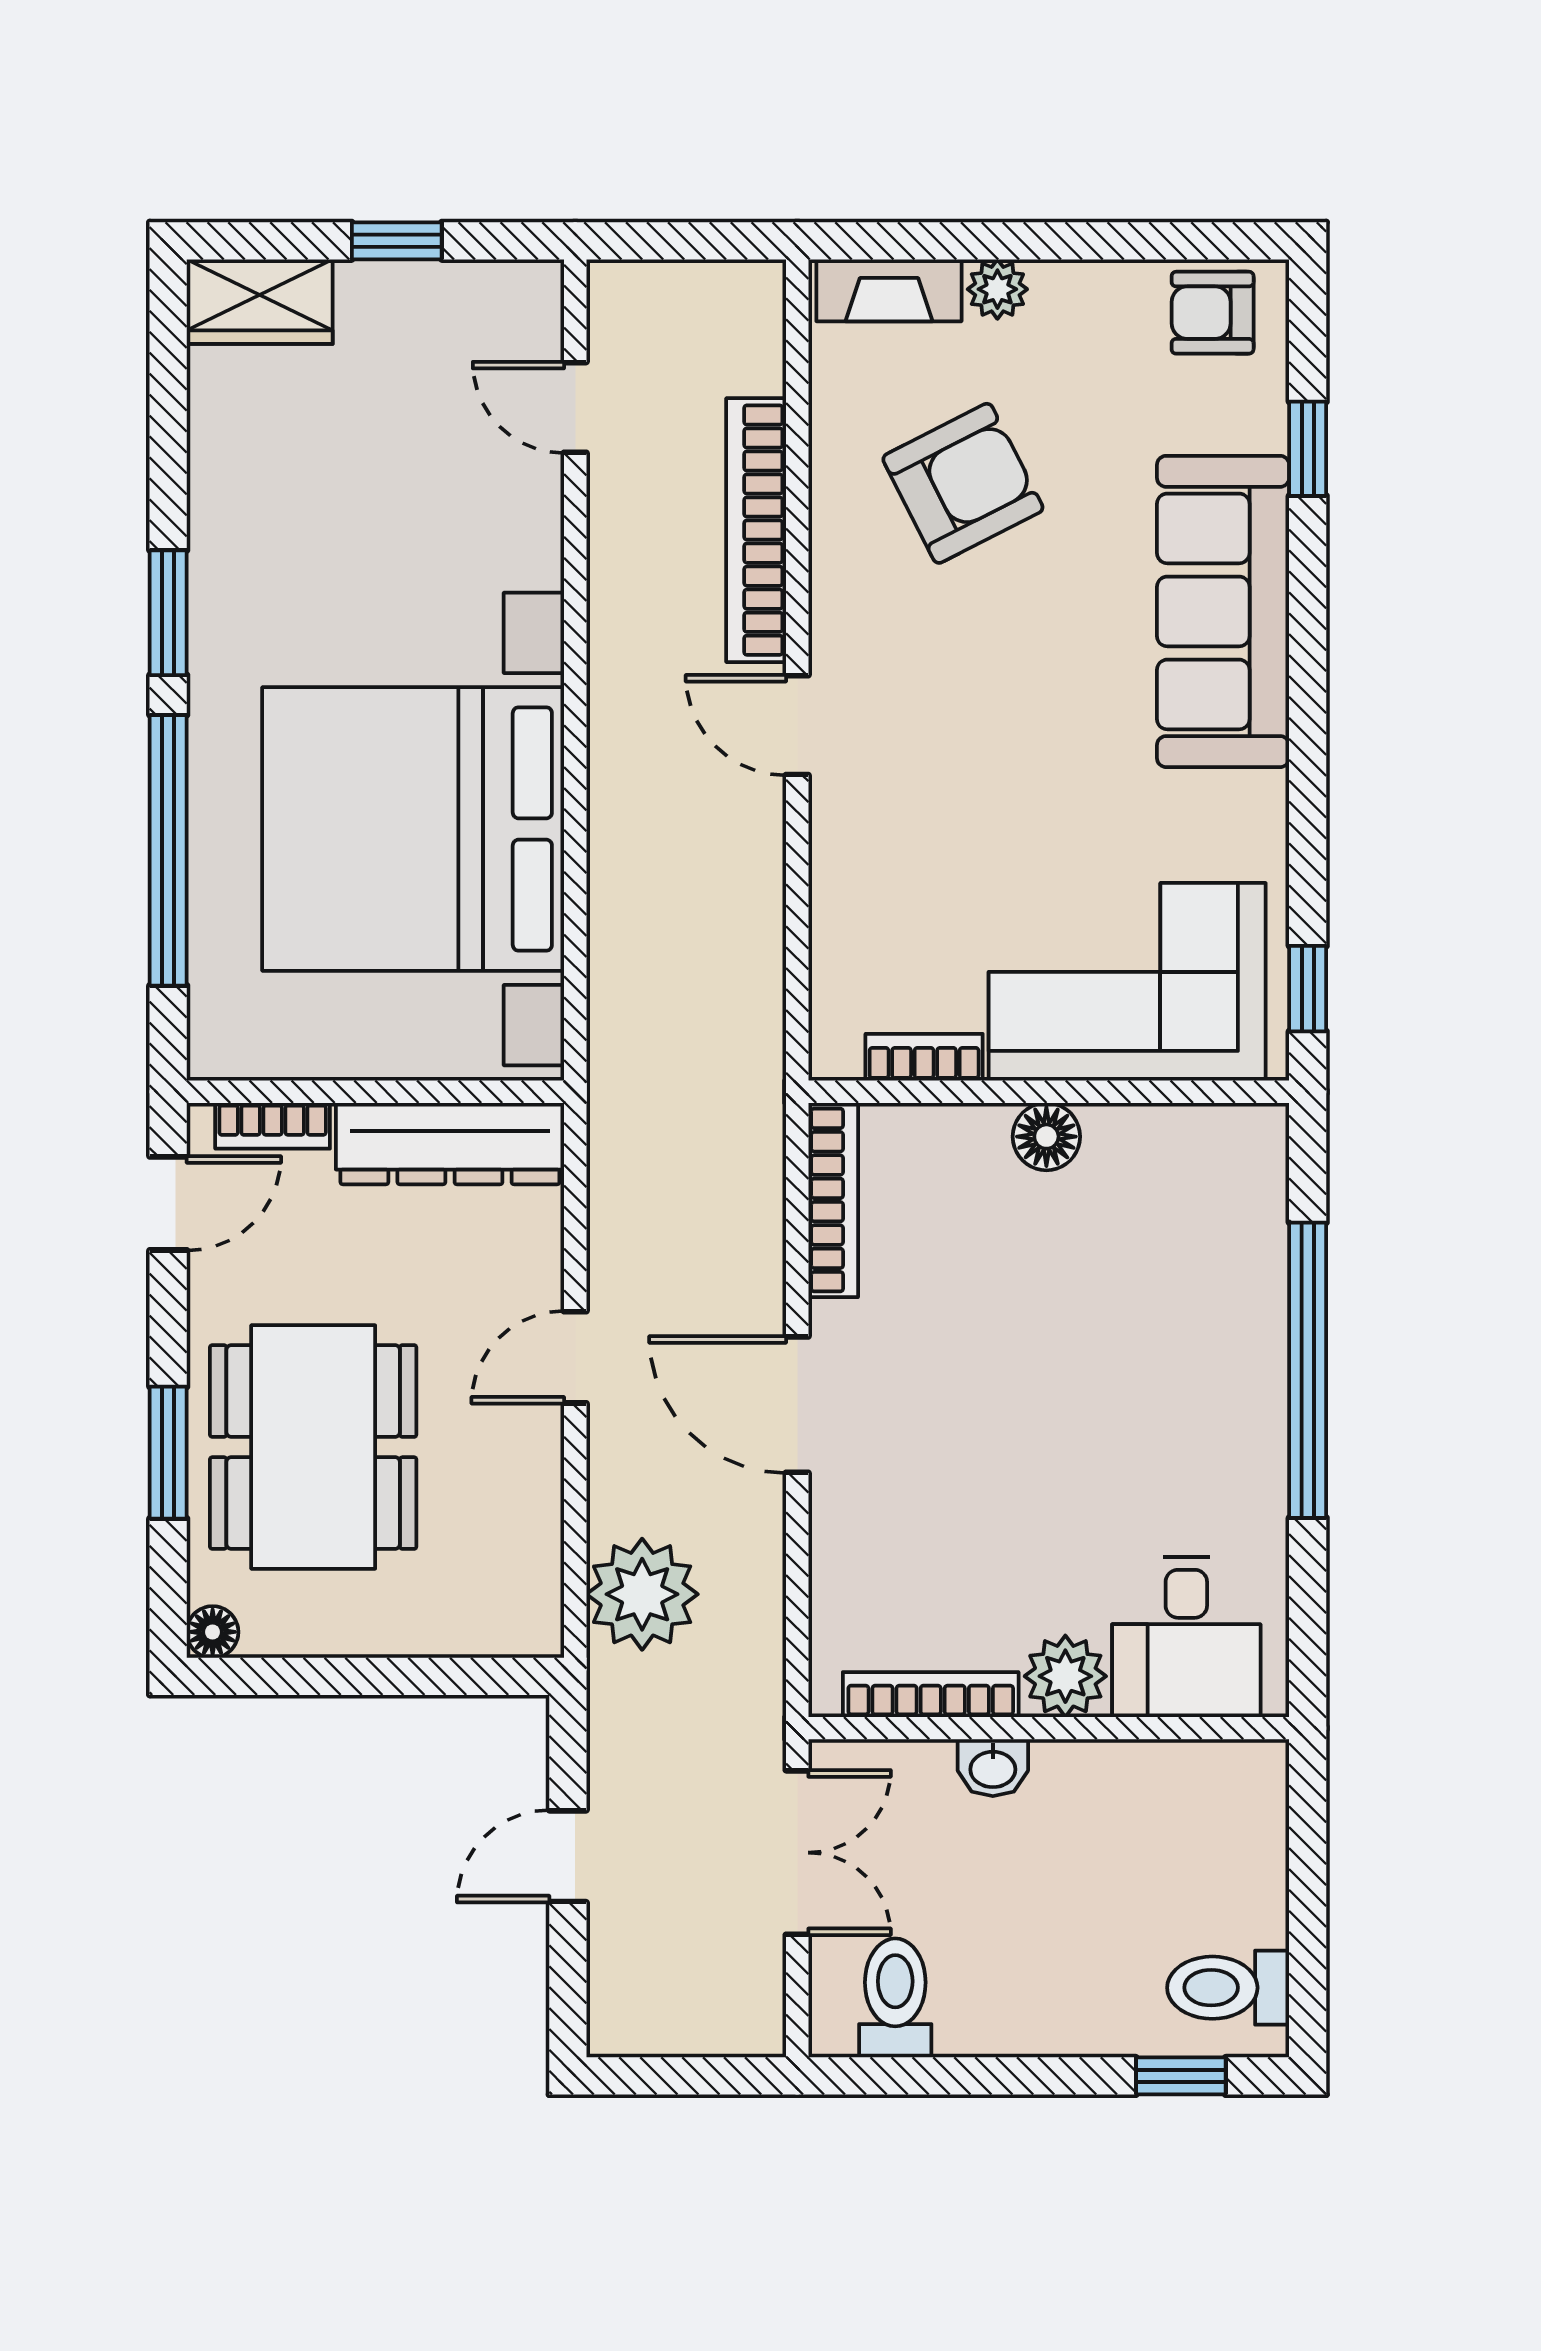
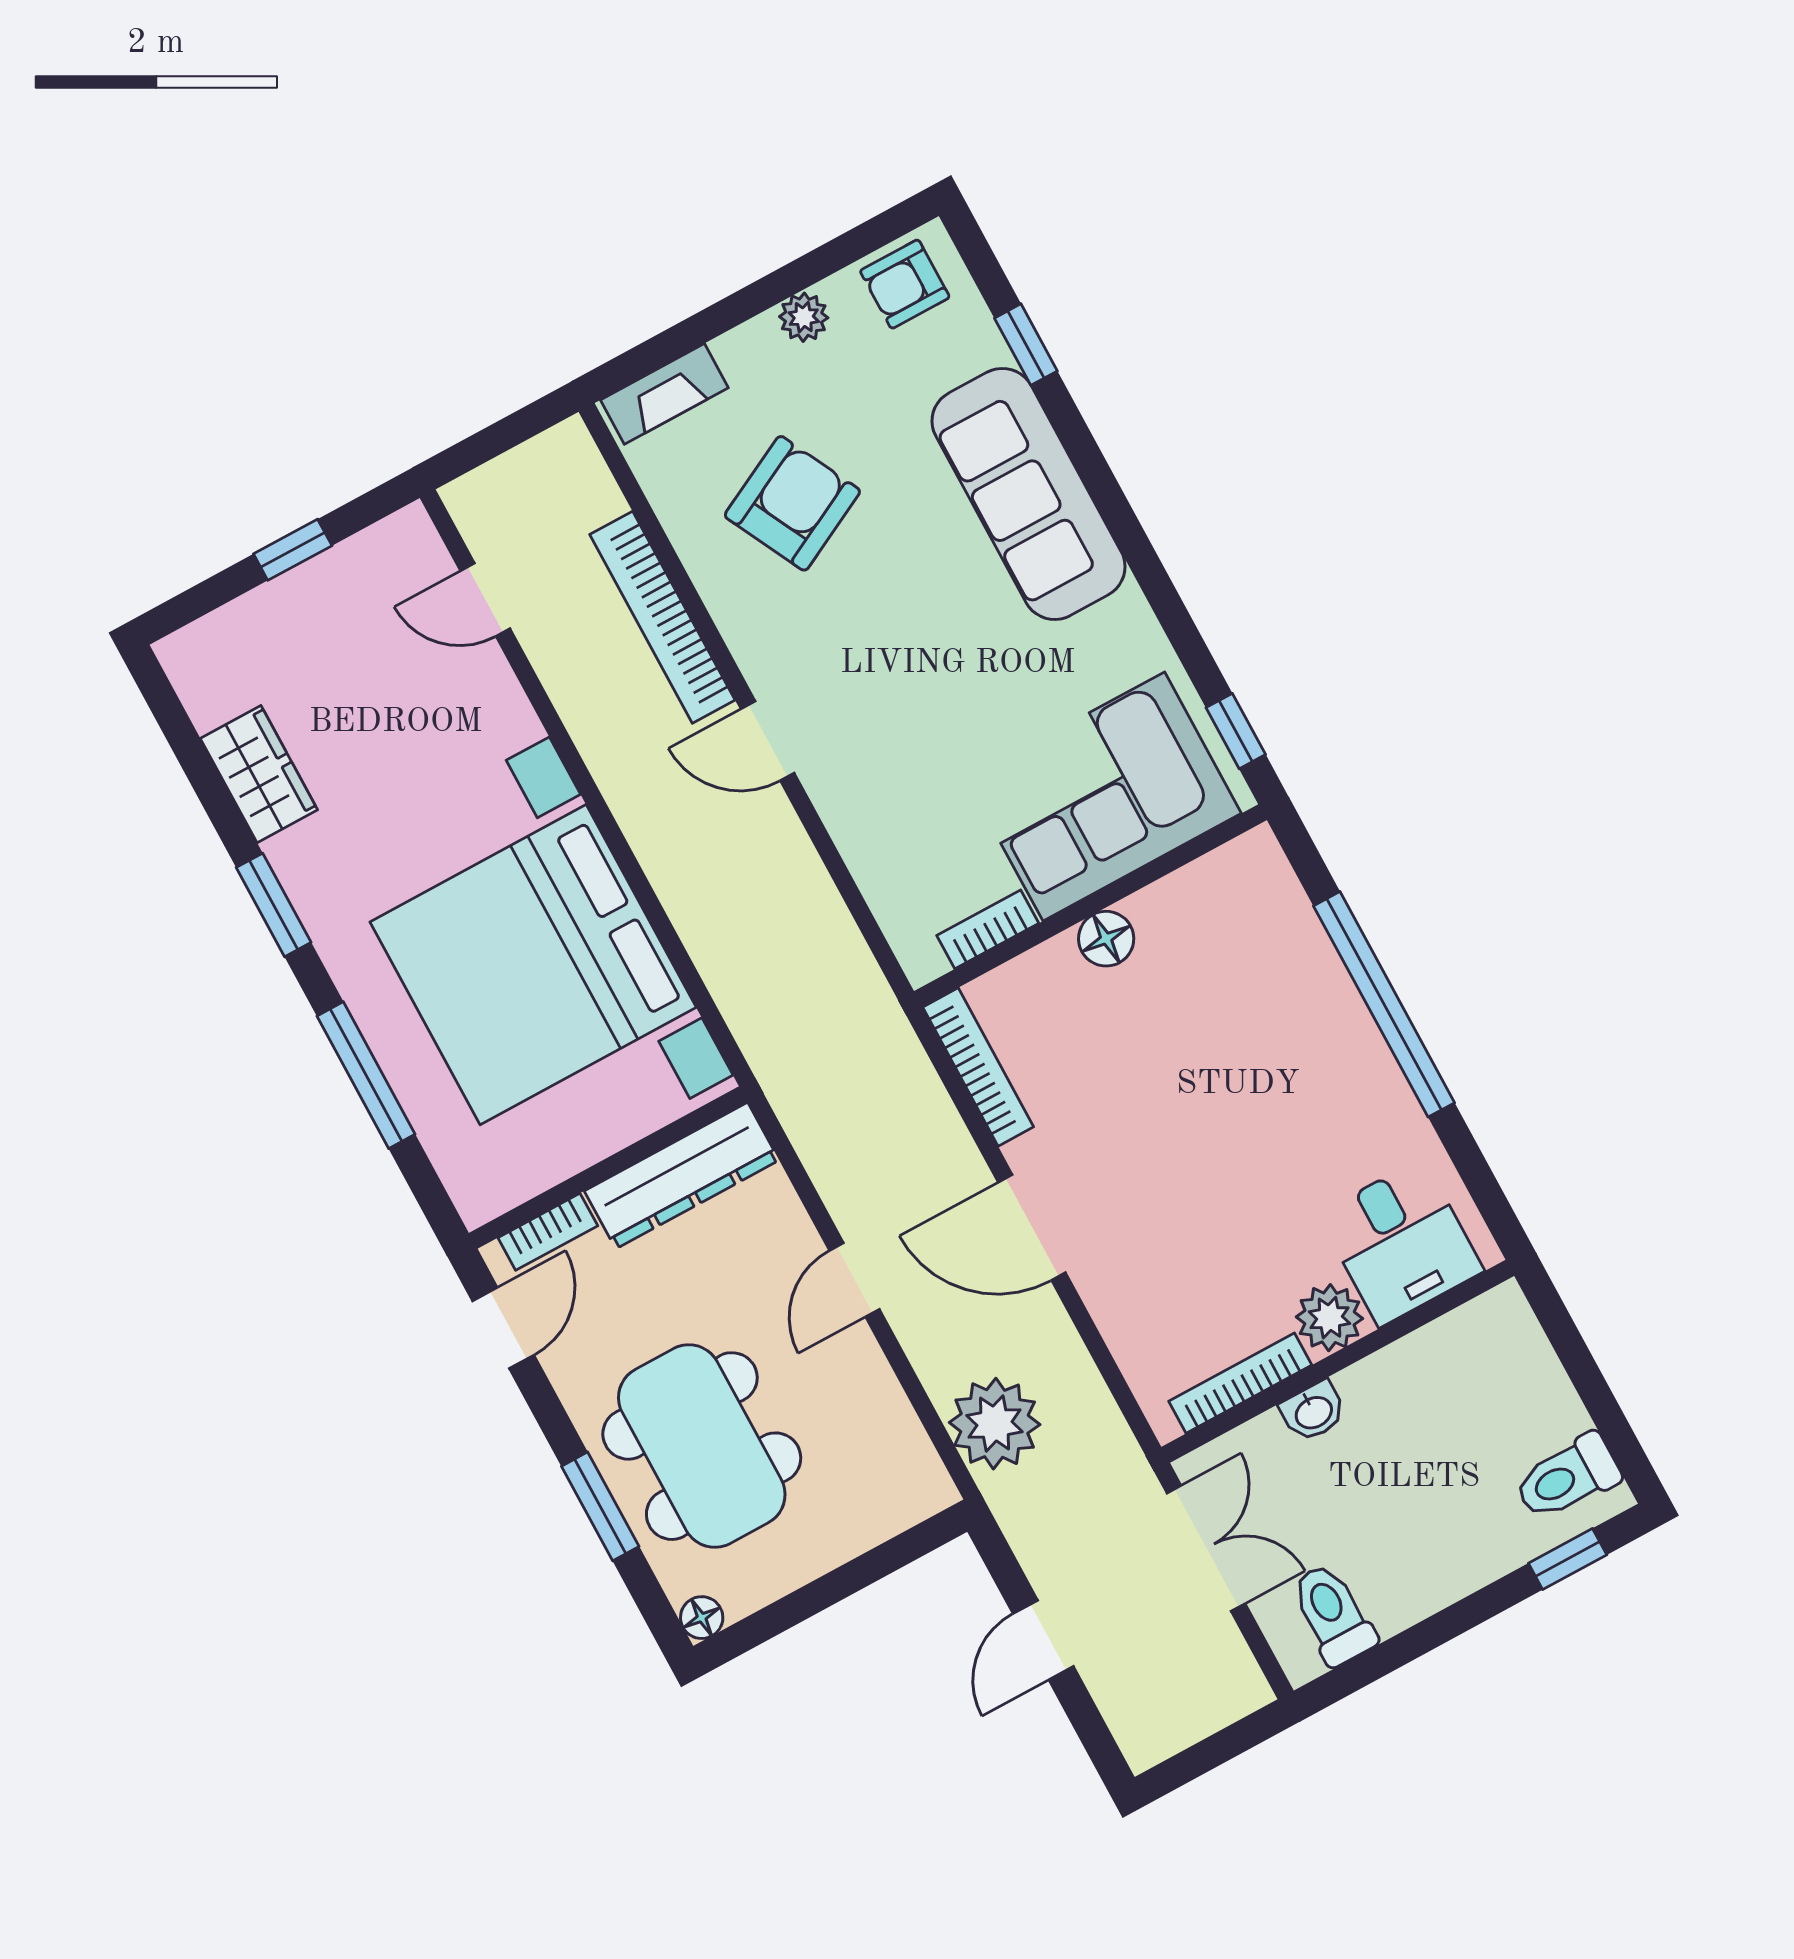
plant: (997, 289) -> (804, 317), moved
wardrobe: (260, 302) -> (259, 774), moved, turned -90
window: (168, 850) -> (366, 1075), width x0.68

